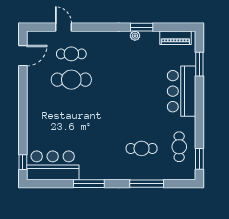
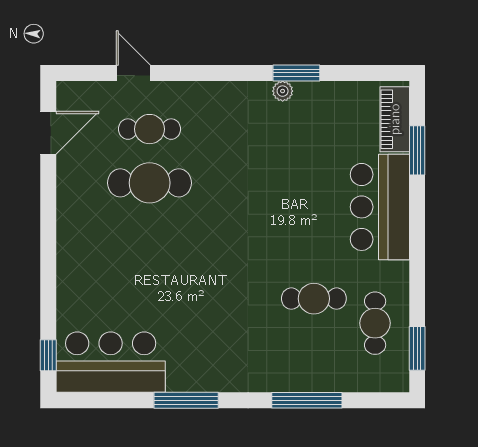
piano: (175, 38) -> (395, 119), moved, turned 90
cafe table: (142, 148) -> (314, 299), moved

